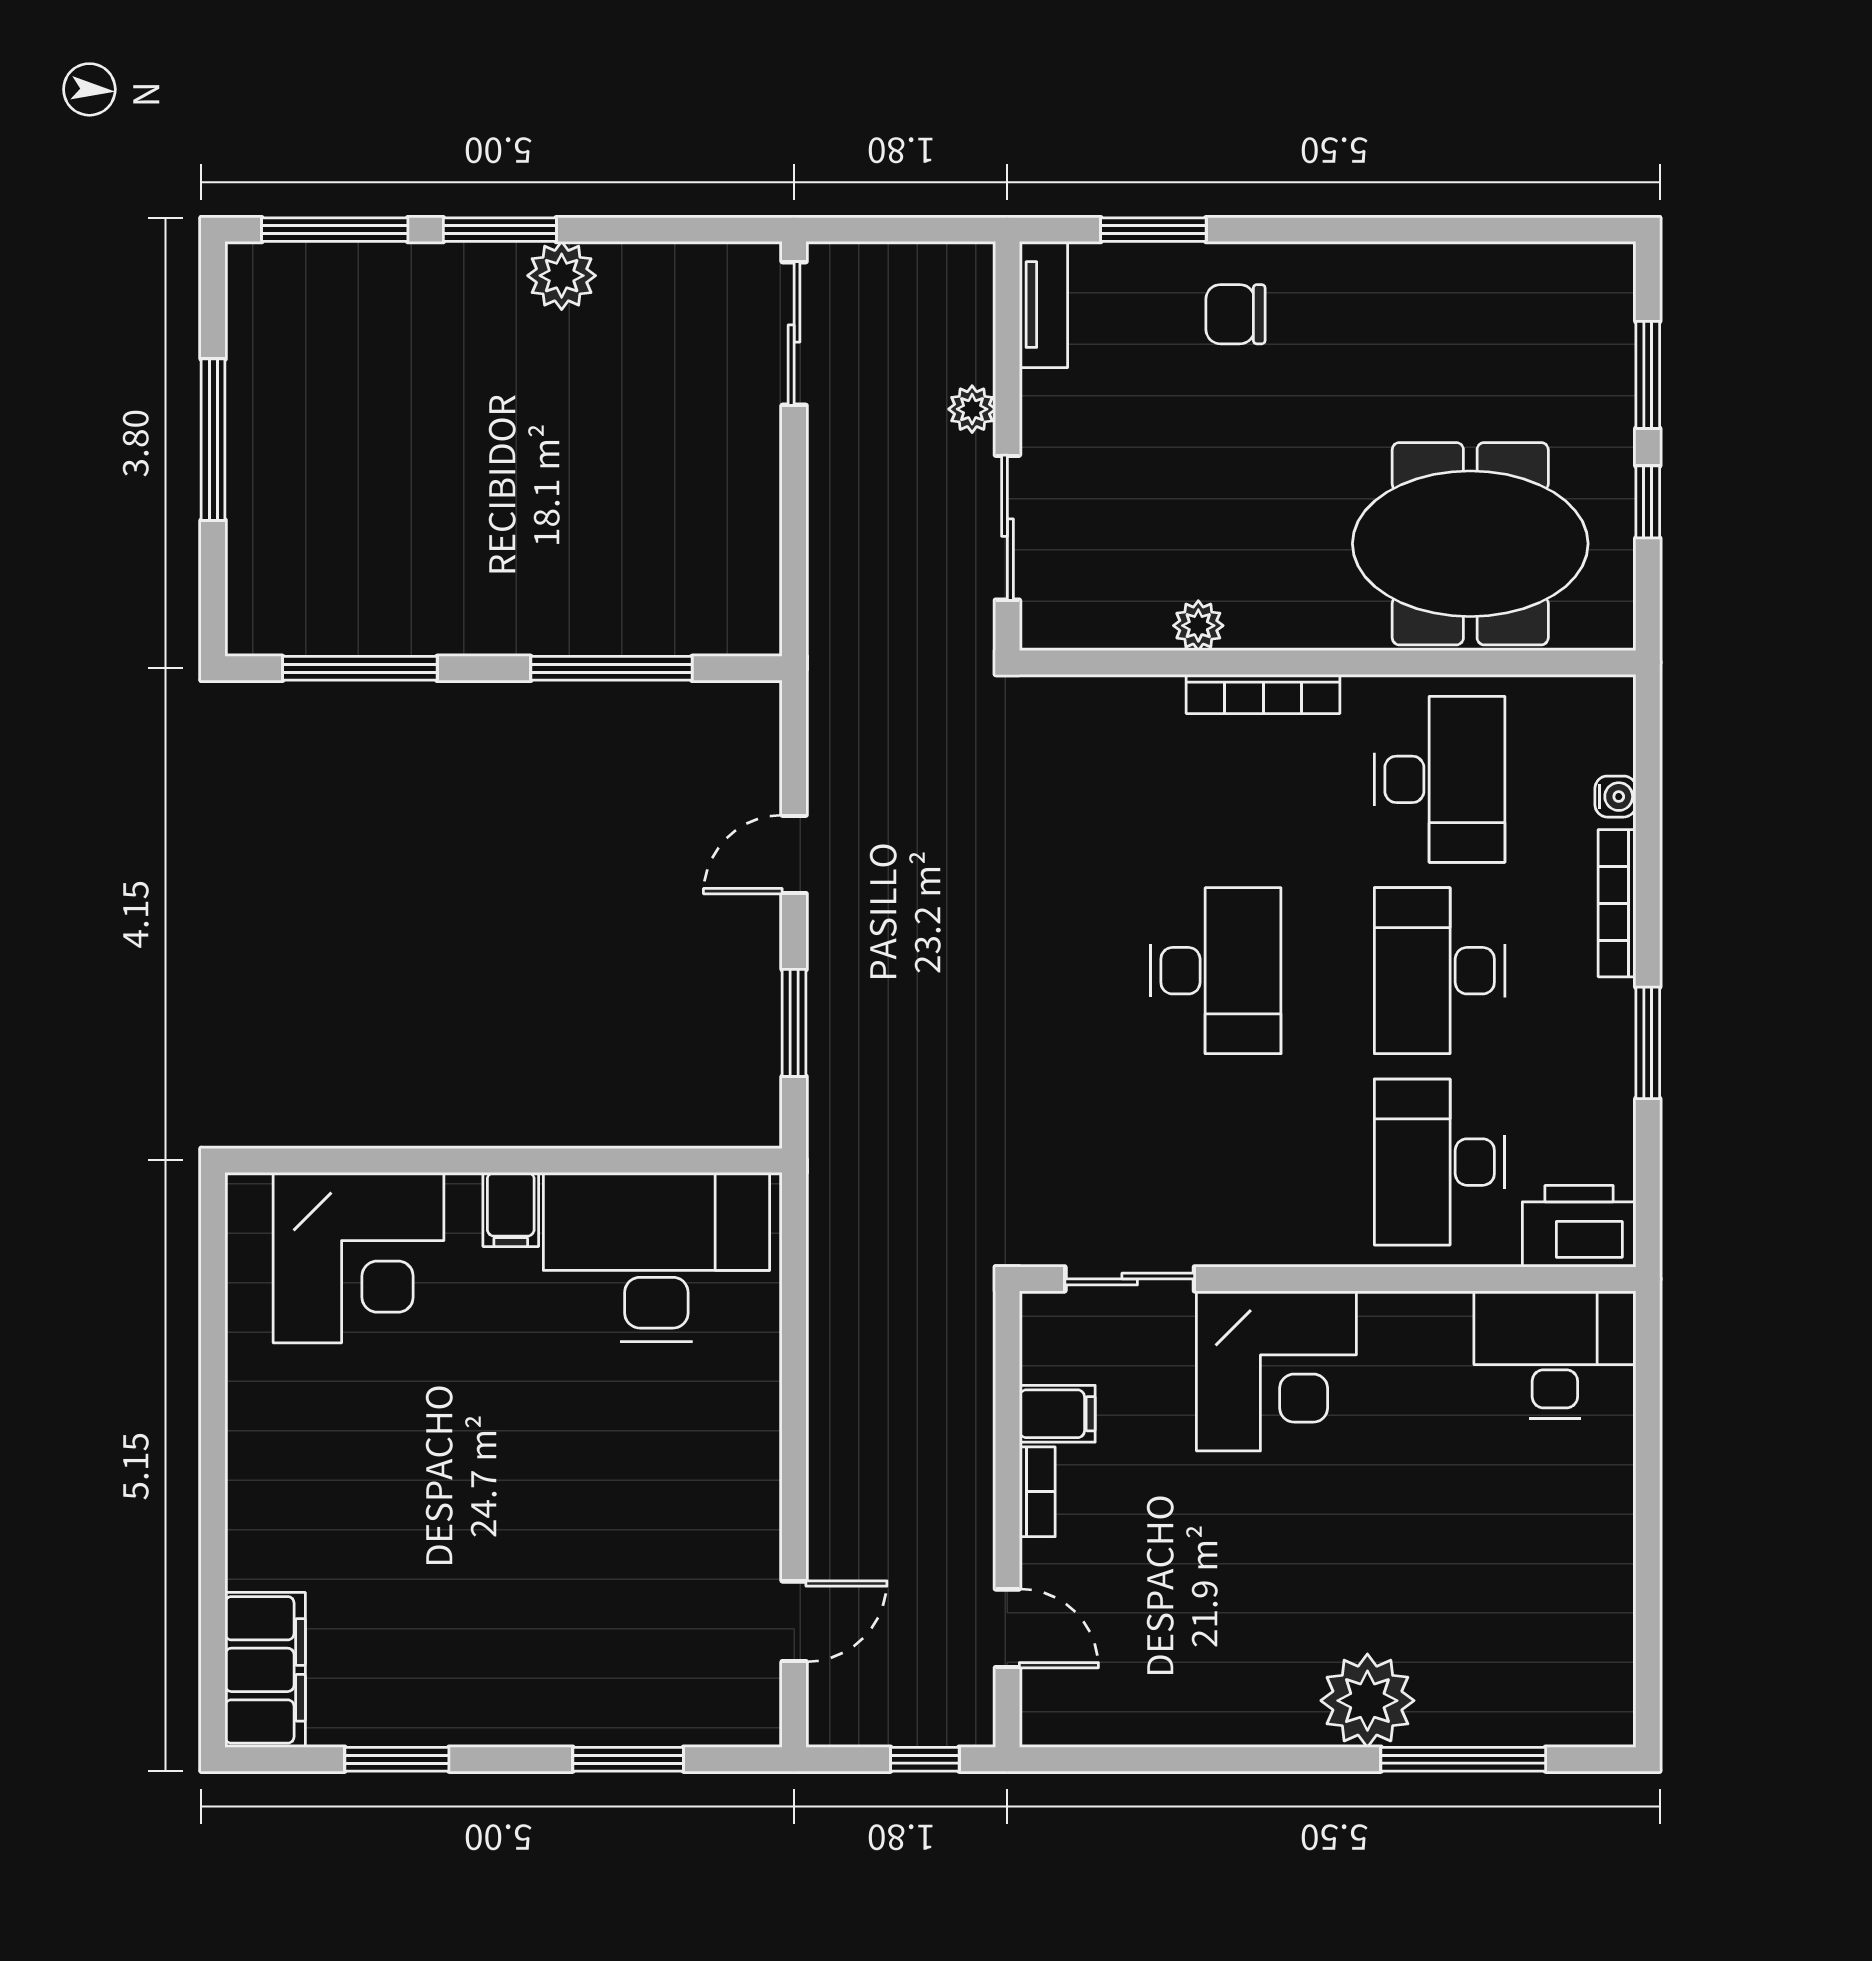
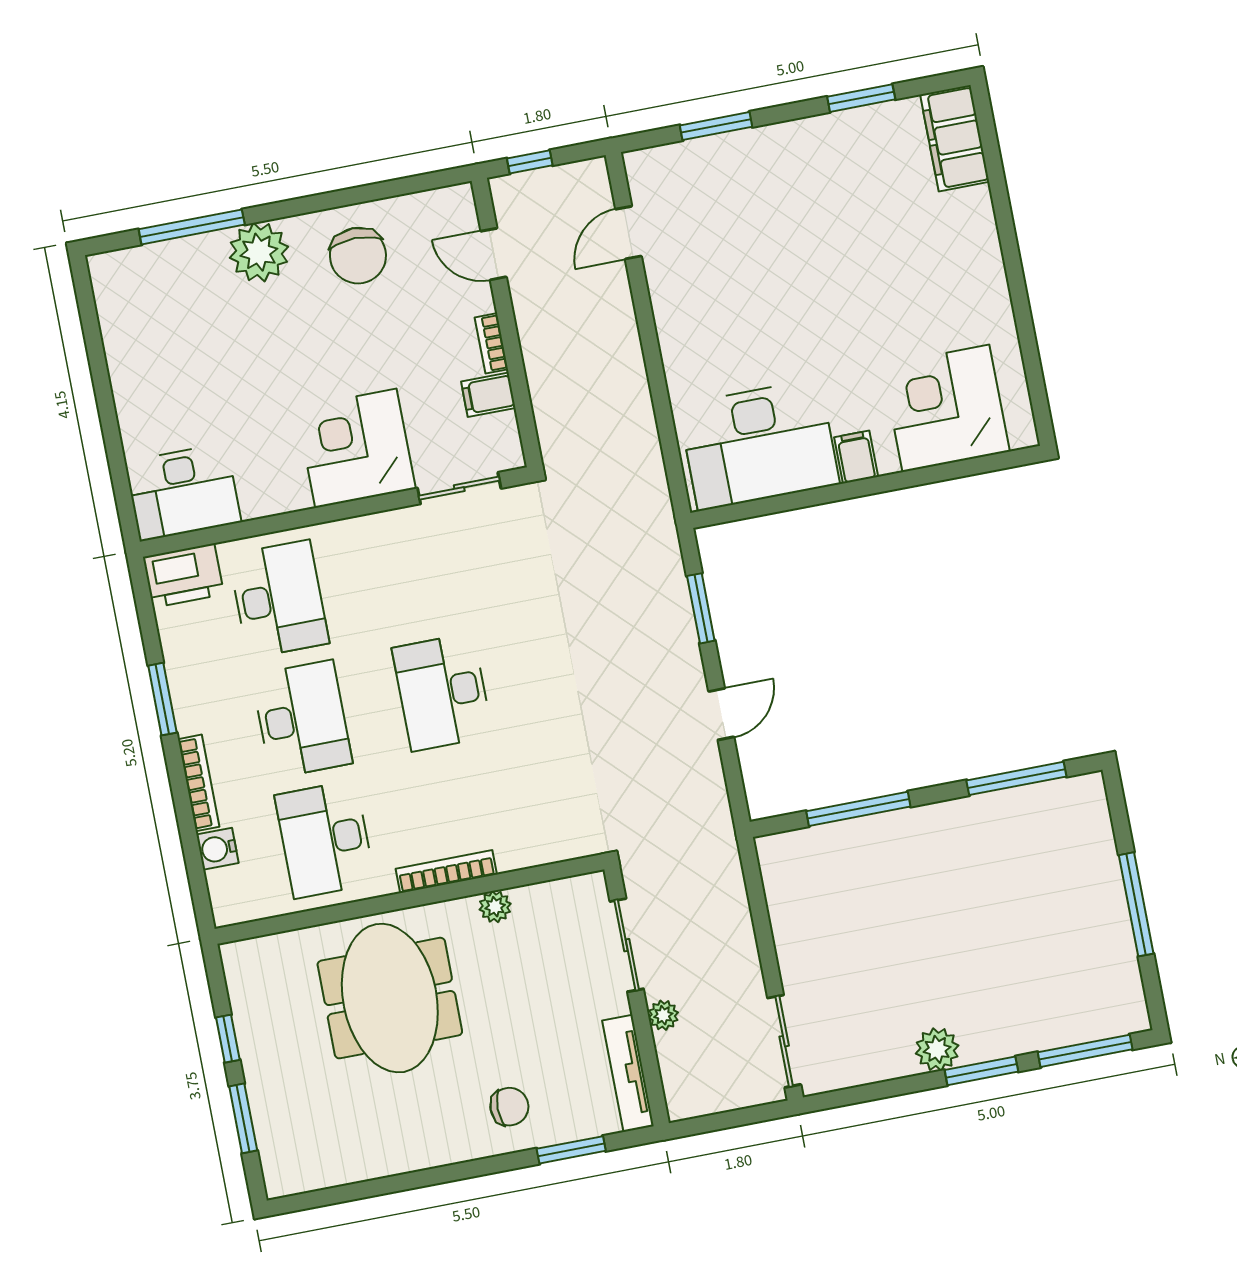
tv unit: (1043, 305) -> (628, 1073), width x1.41
meeting table: (1470, 544) -> (390, 998), moved, turned 90
water cooler: (1615, 797) -> (217, 849), width x1.38, depth x1.38
chair: (1216, 1666) -> (358, 256), added

